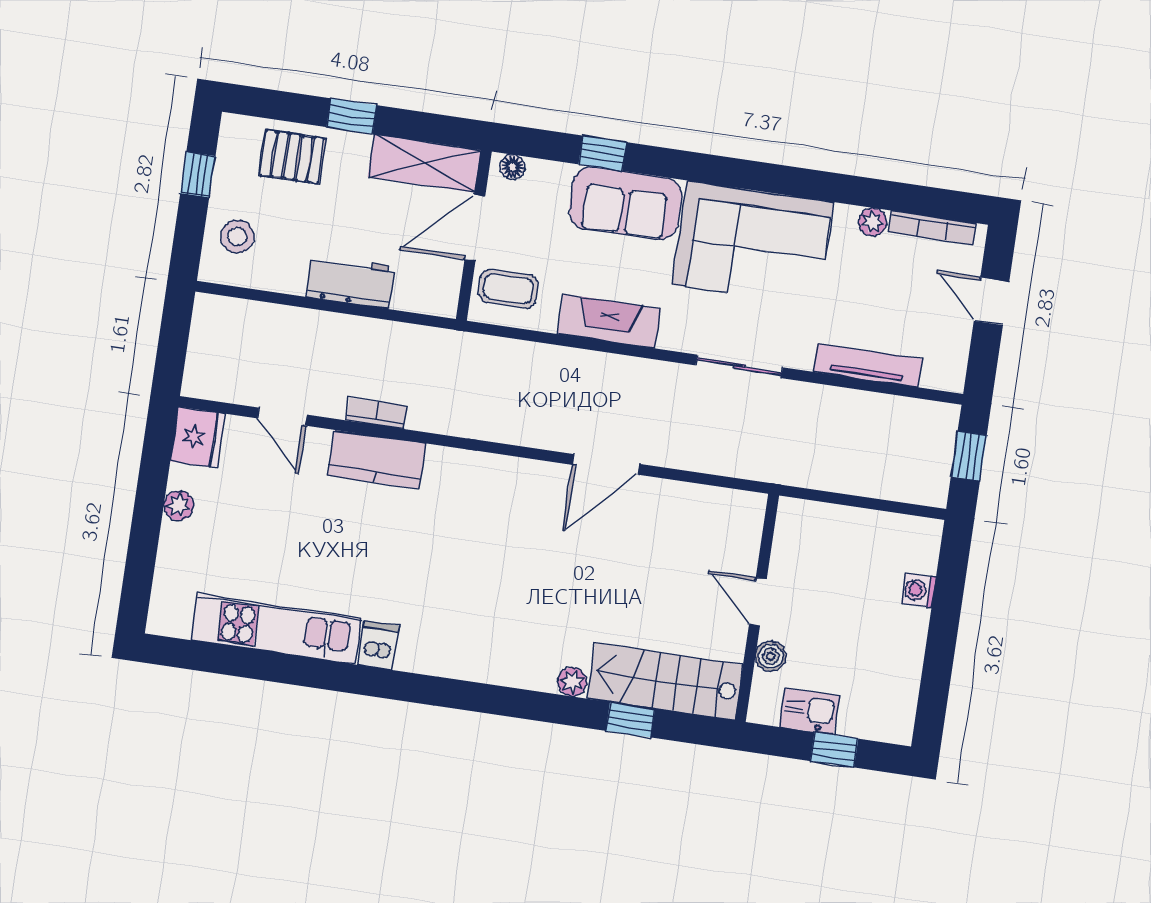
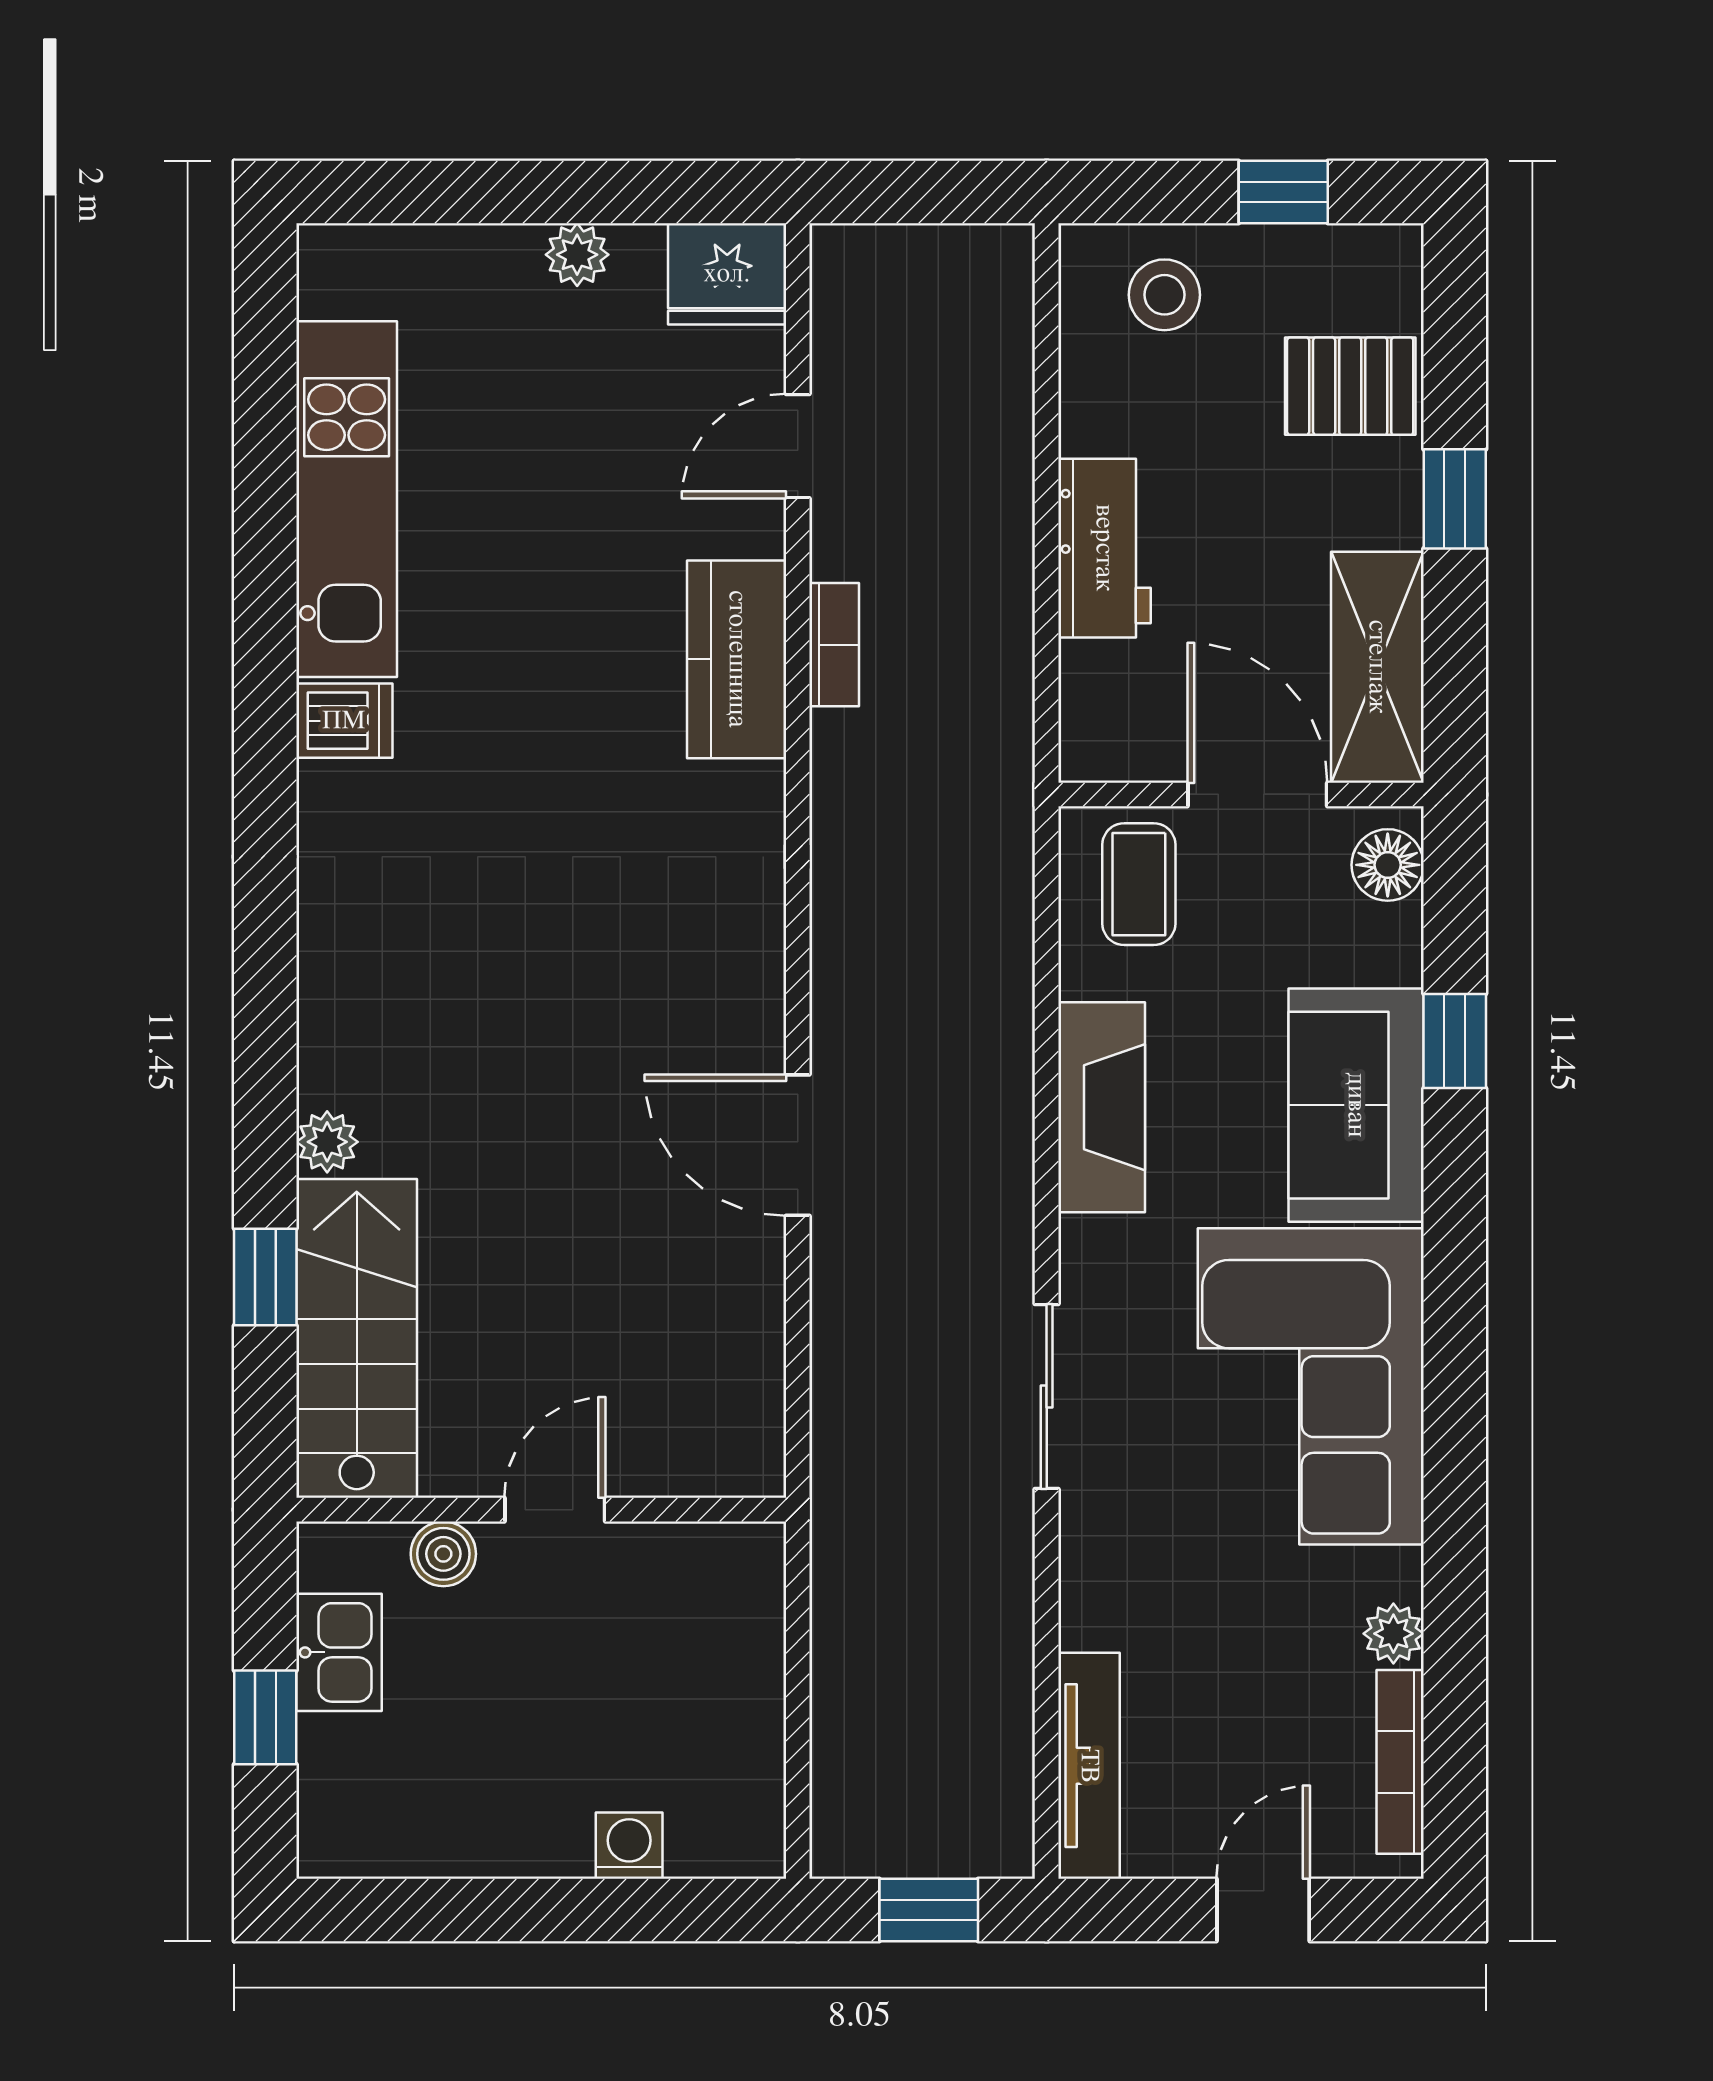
pallet: (292, 157) -> (1350, 386), turned 90
floor lamp: (513, 167) -> (1388, 865), width x1.37, depth x1.37
tv unit: (868, 365) -> (1089, 1766), moved

